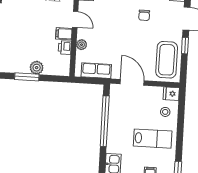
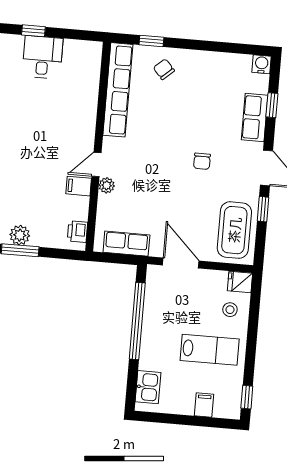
door: (75, 19) -> (97, 165), swing flipped
plant: (82, 45) -> (107, 185), moved
printer: (65, 48) -> (77, 232), moved
plant: (37, 68) -> (20, 235), moved

